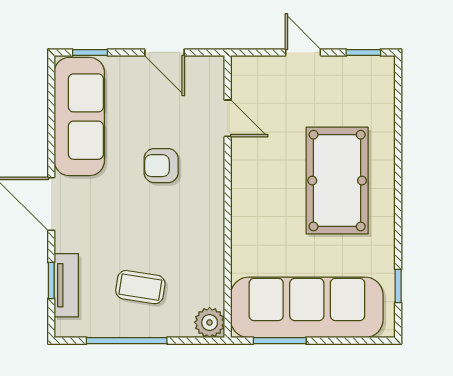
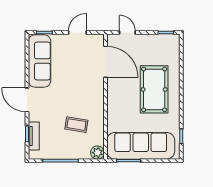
door: (164, 52) -> (77, 33), swing flipped
door: (303, 52) -> (127, 33), moved
door: (228, 118) -> (105, 62), width x1.88
armchair: (161, 166) -> (76, 83), removed
coffee table: (140, 287) -> (76, 125), moved

